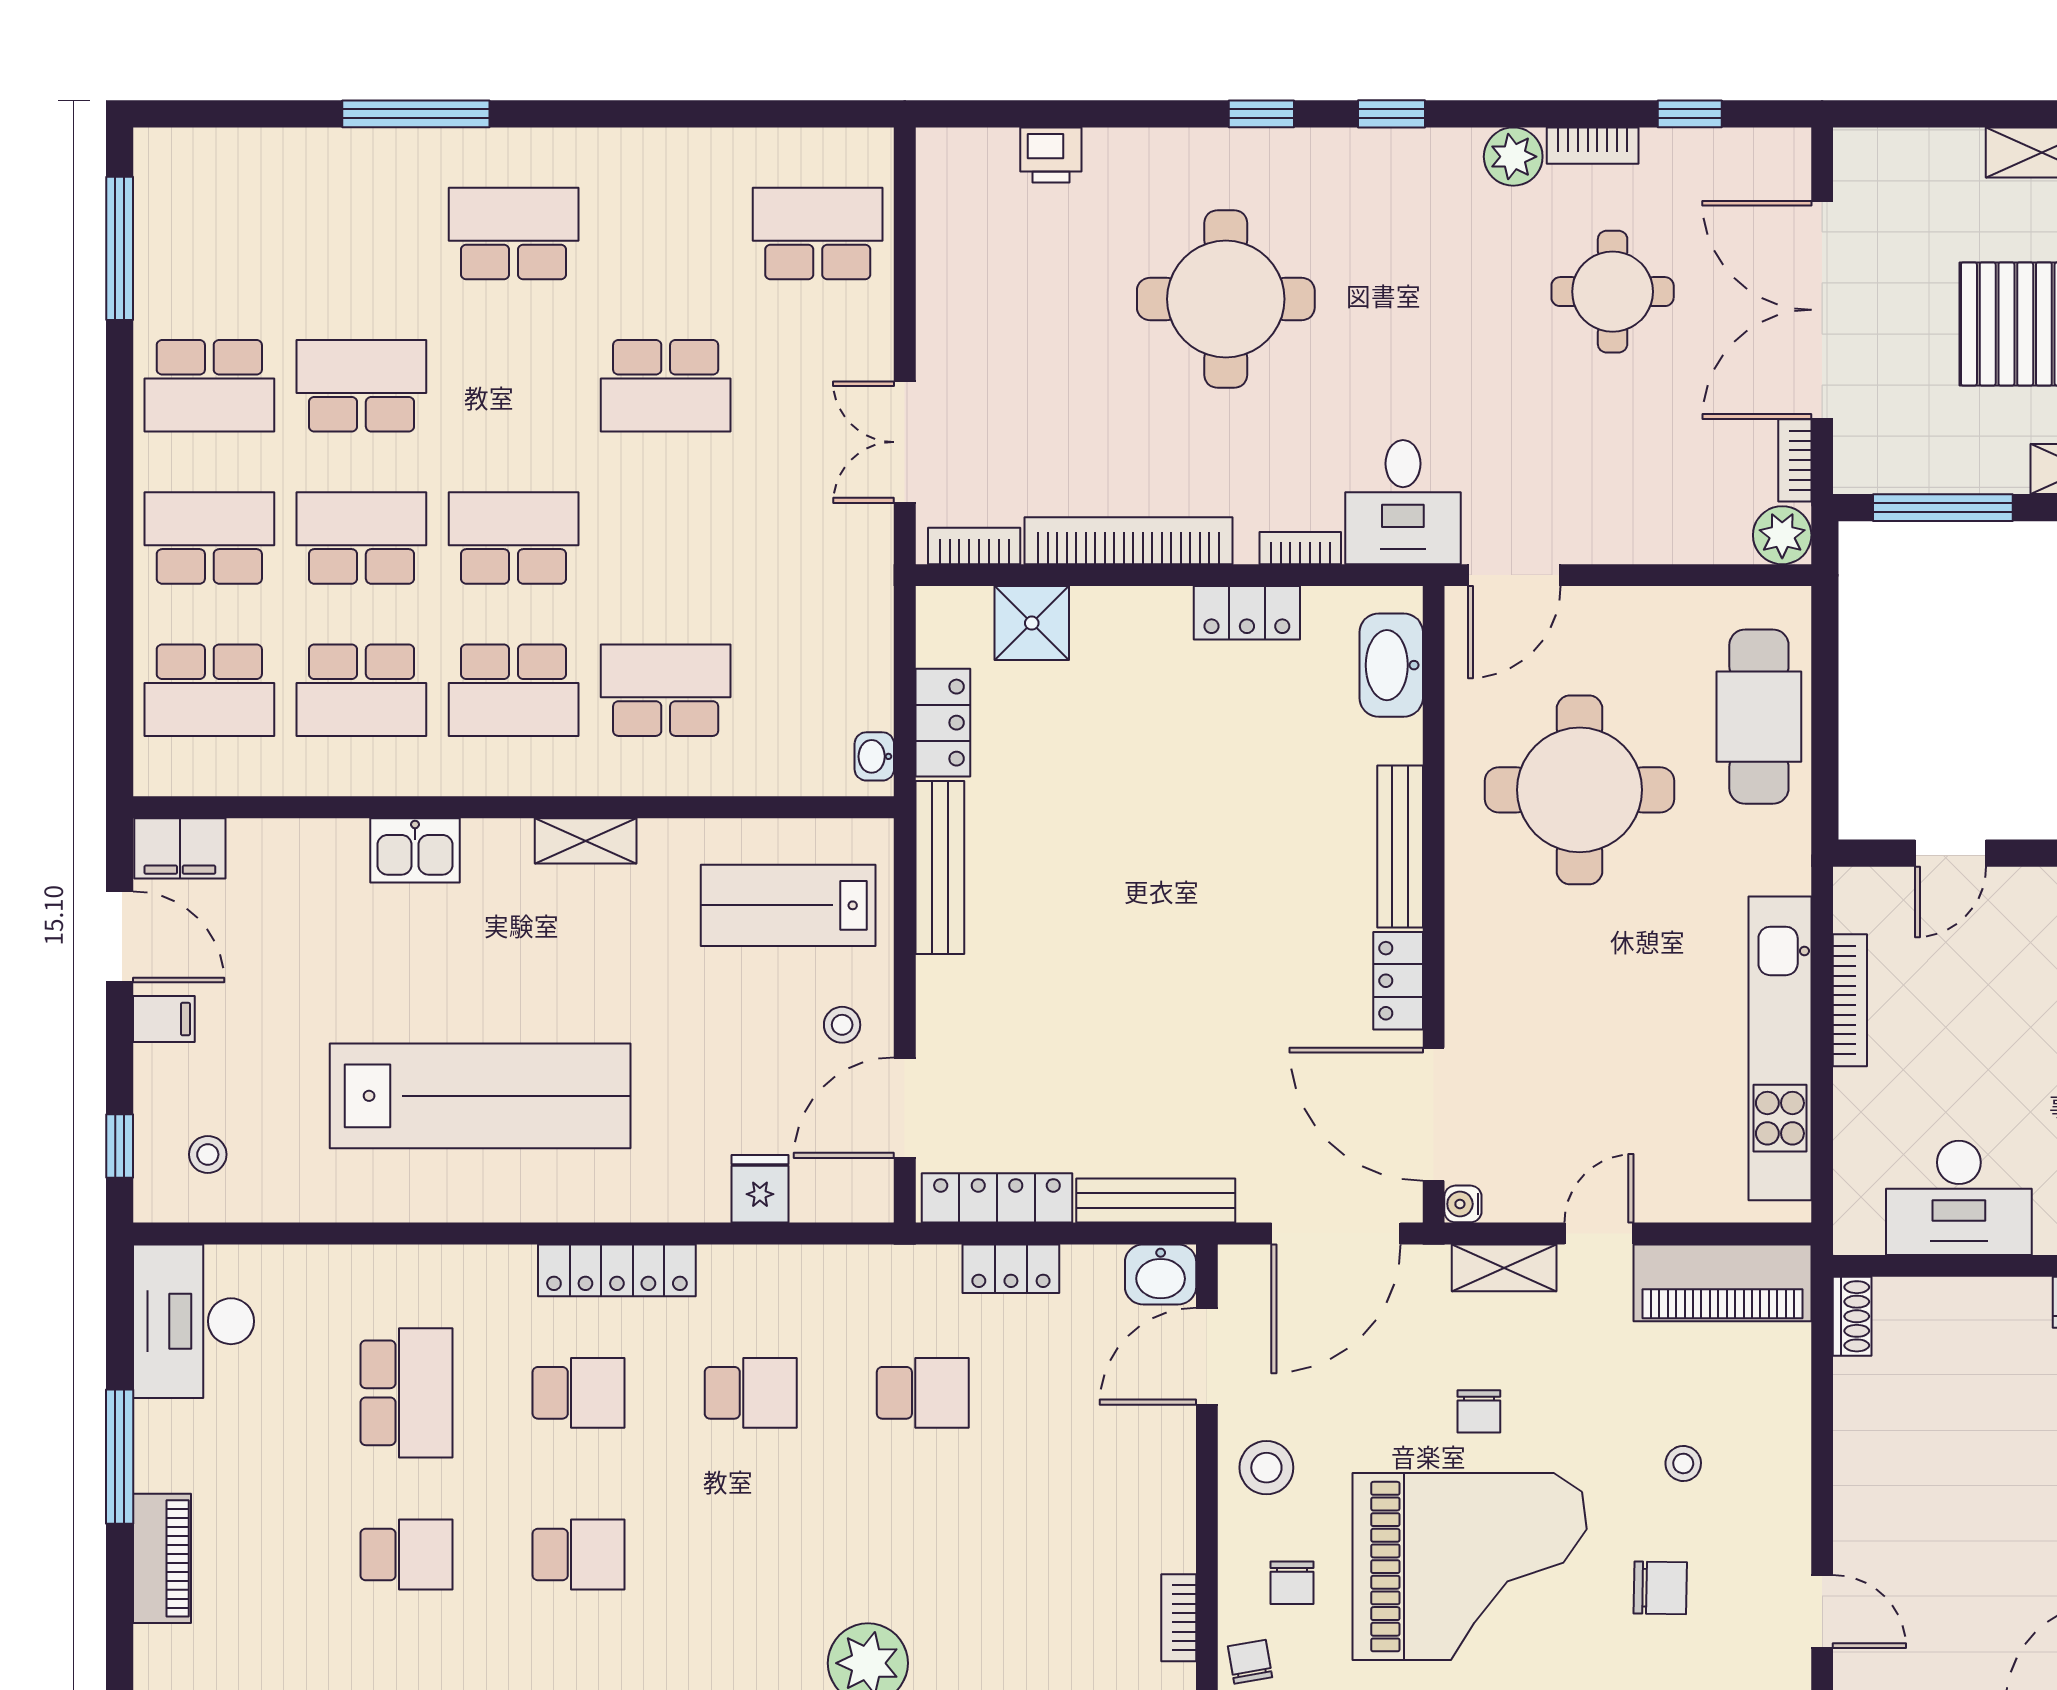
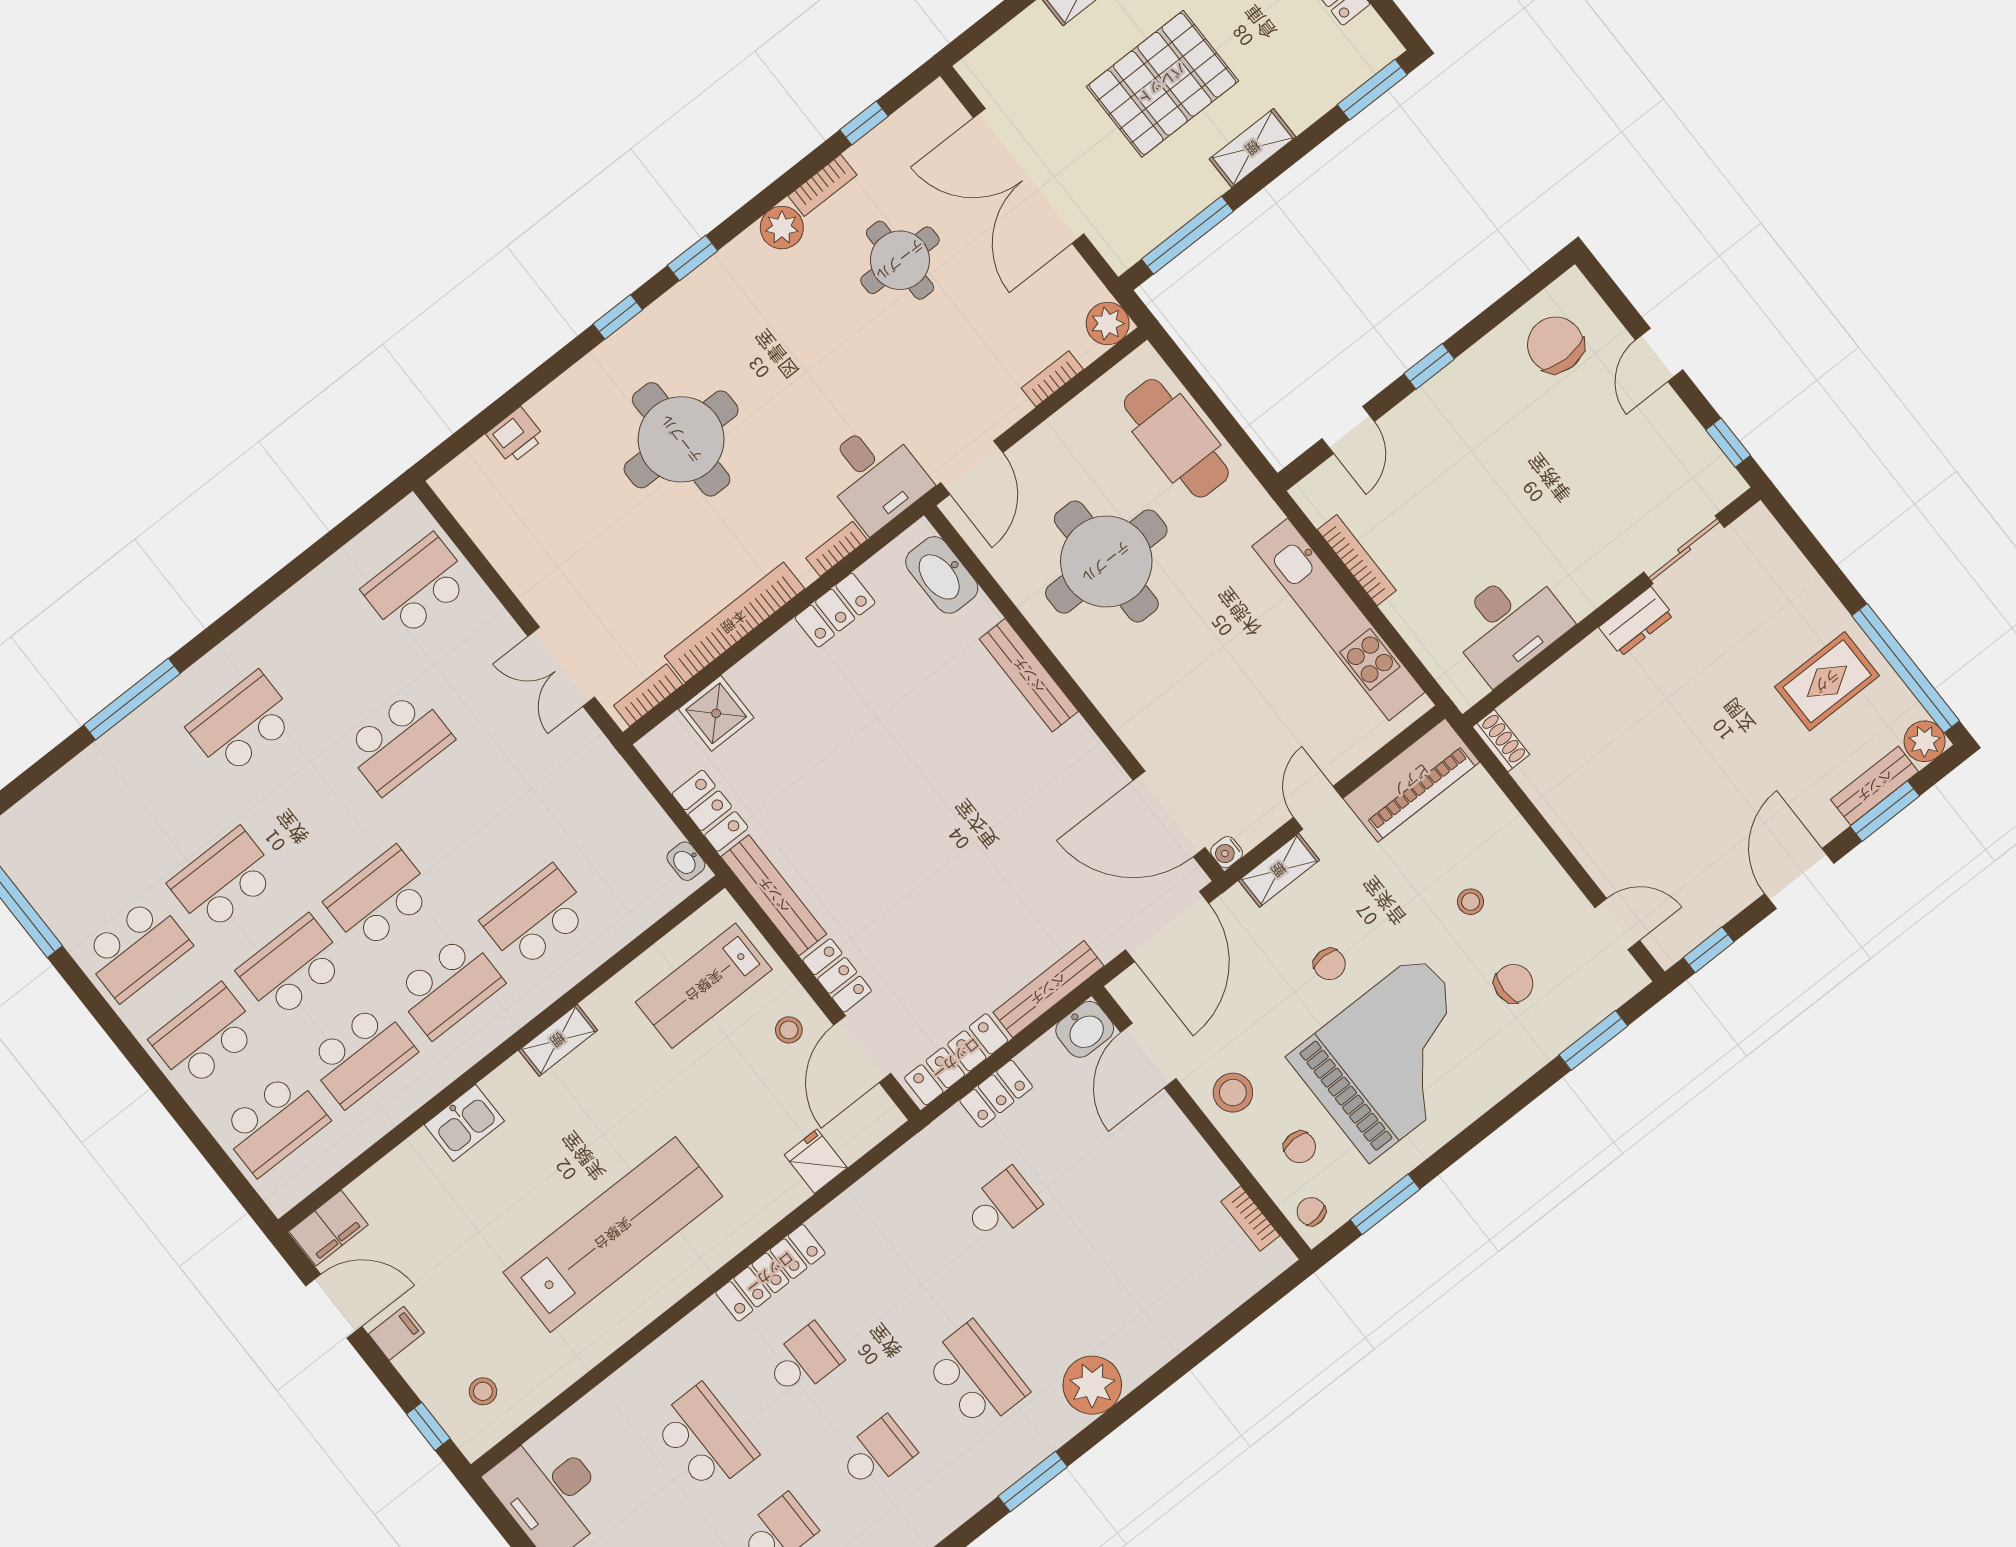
bookcase: (1795, 460) -> (1052, 379), moved, turned 90
locker: (1398, 981) -> (837, 975), moved, turned 180
school desk: (751, 1393) -> (976, 1376), moved, width x1.85

